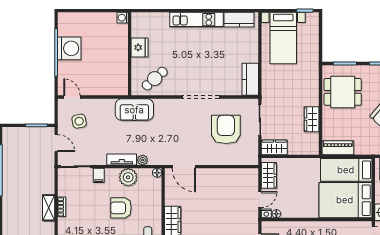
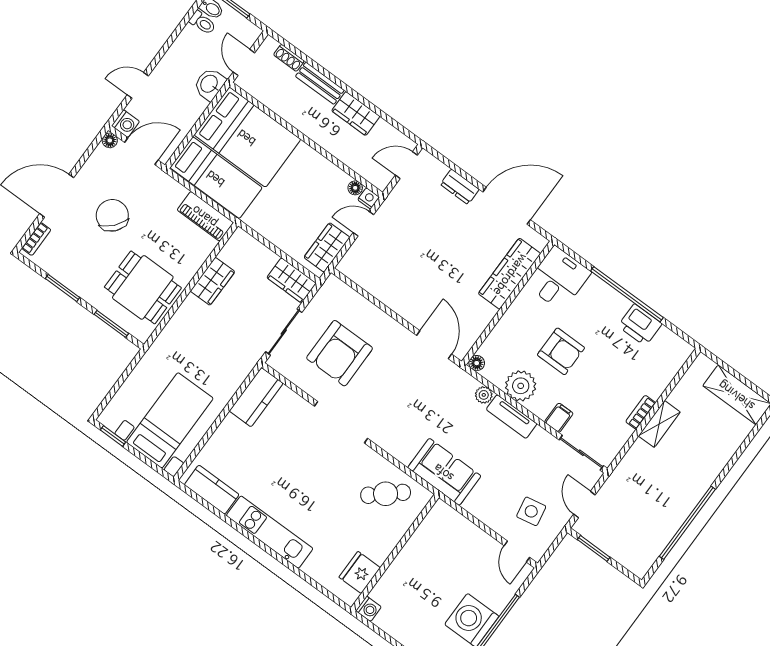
fridge: (140, 47) -> (360, 572), moved

